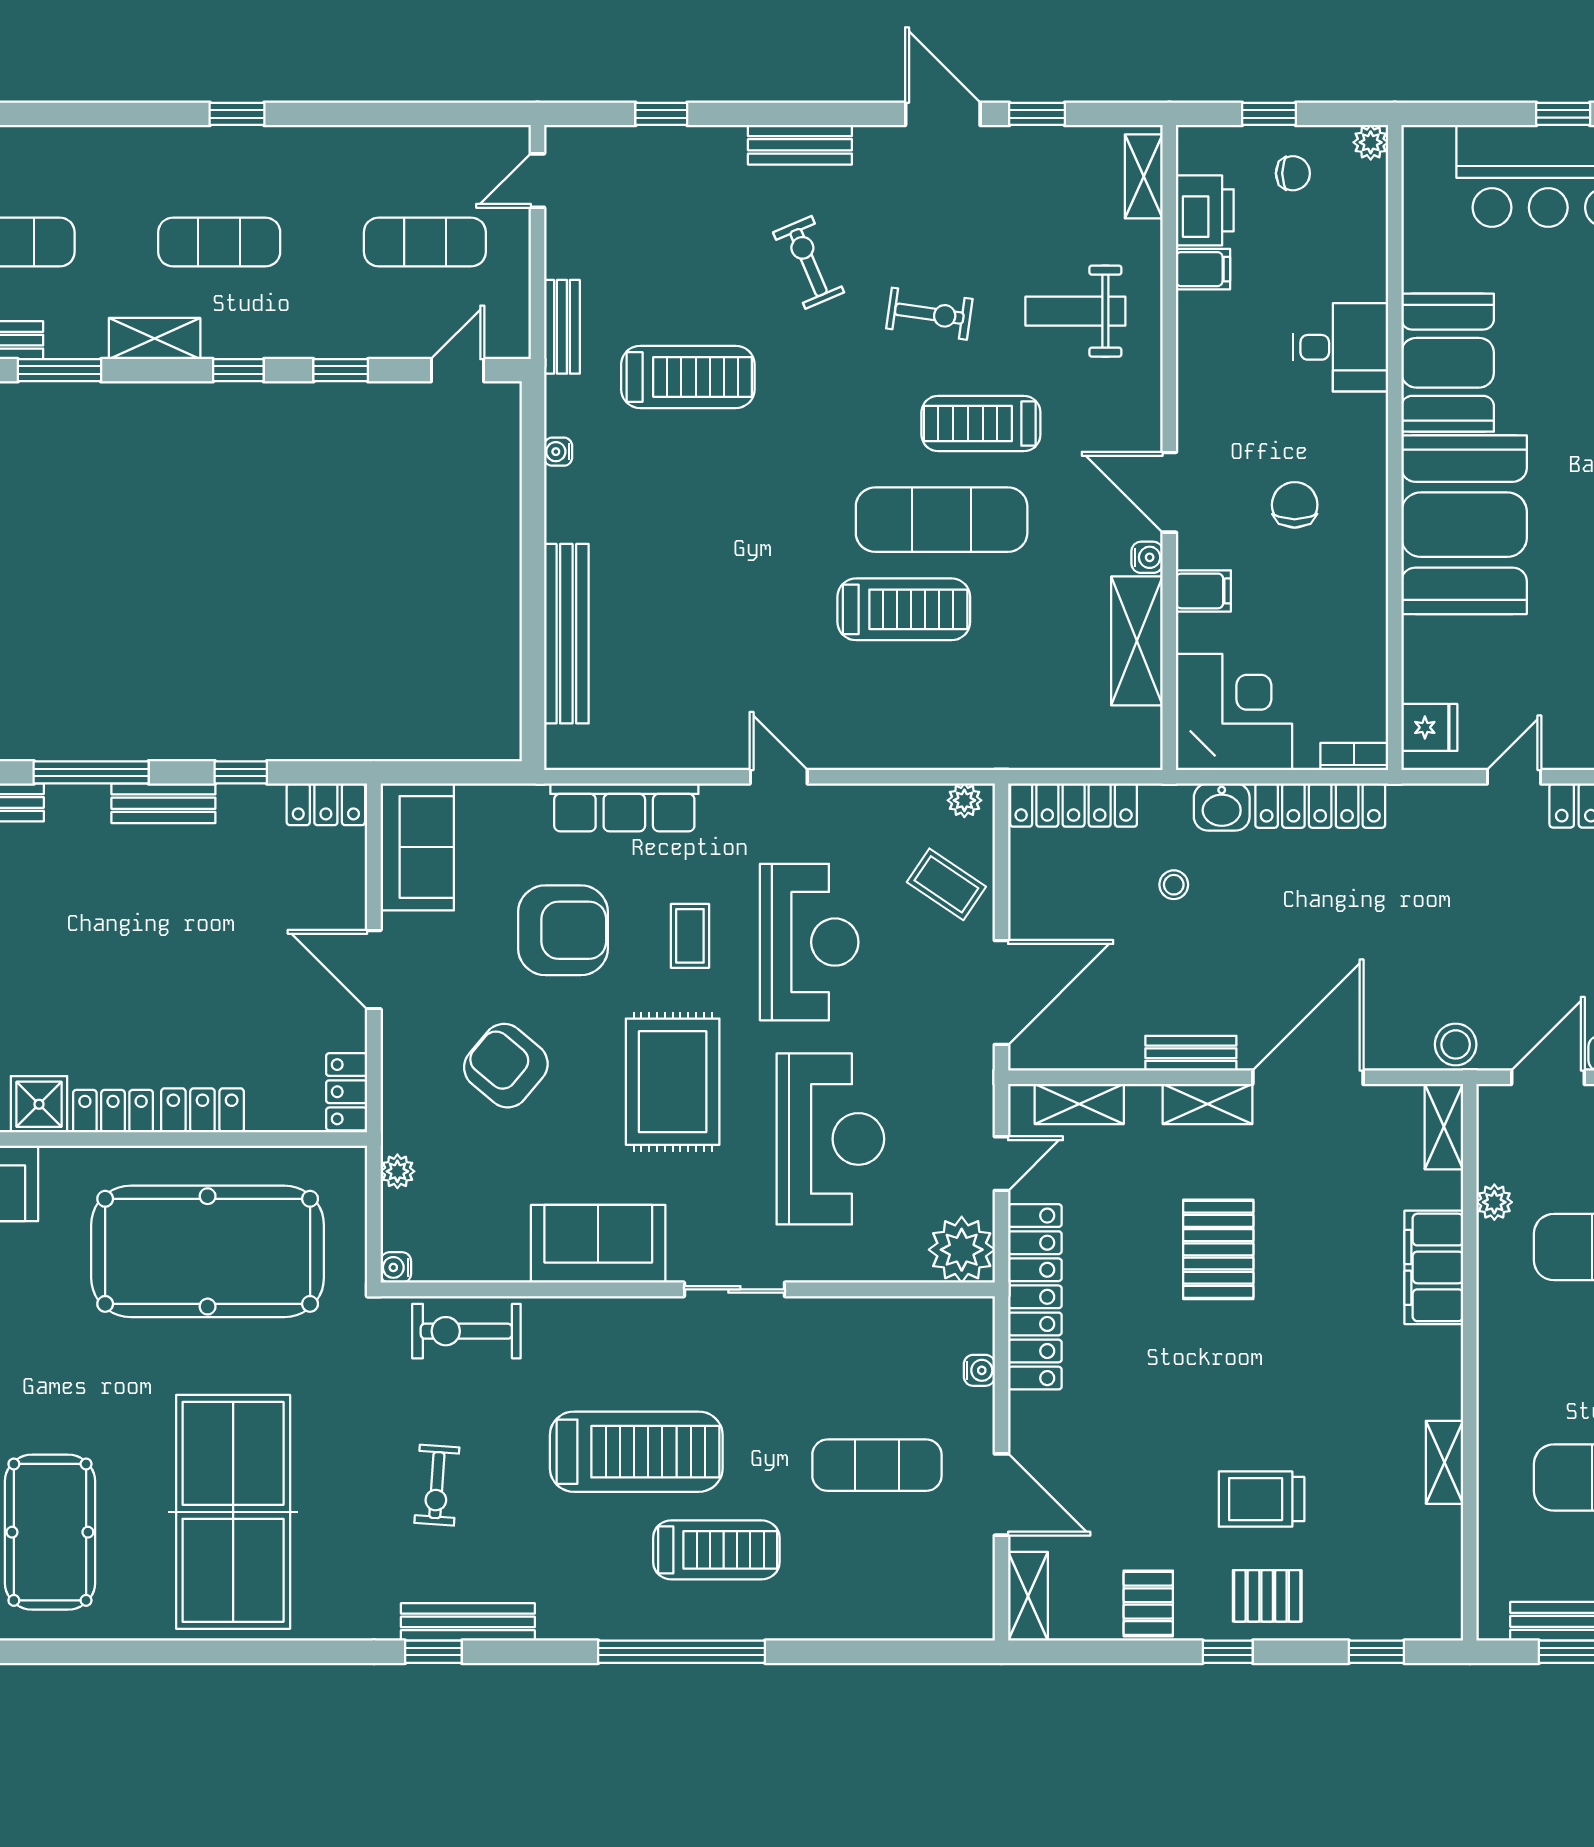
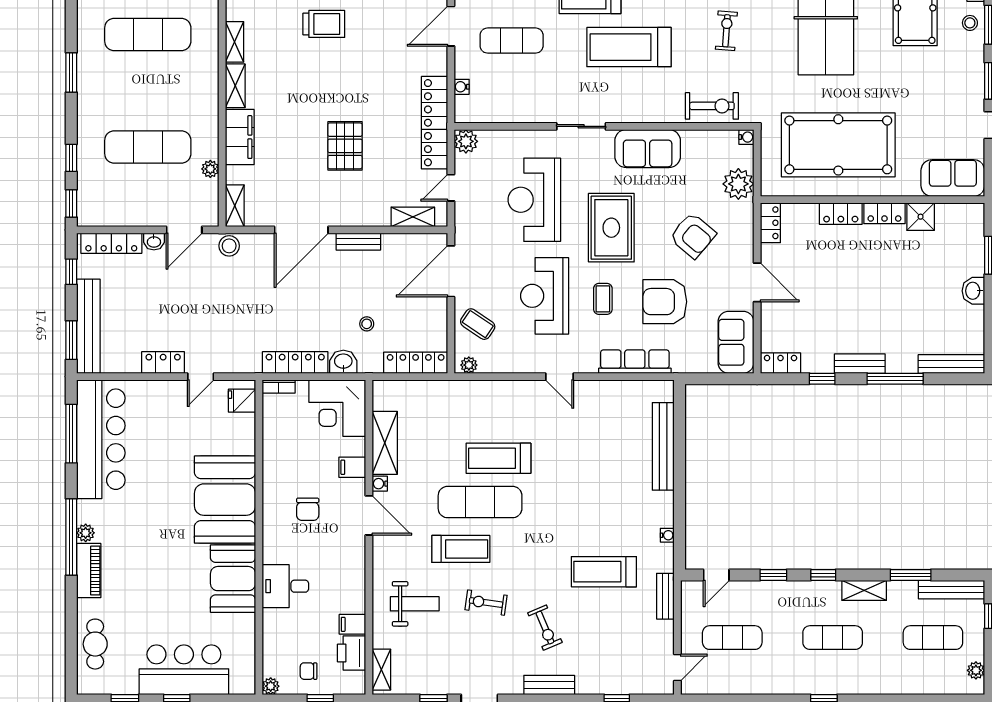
shelving: (1208, 1104) -> (235, 86), moved, turned 90
plant: (397, 1171) -> (738, 184), width x1.87, depth x1.87
plant: (962, 1250) -> (466, 141), width x0.73, depth x0.73
door: (1001, 1495) -> (451, 26), hinge flipped

